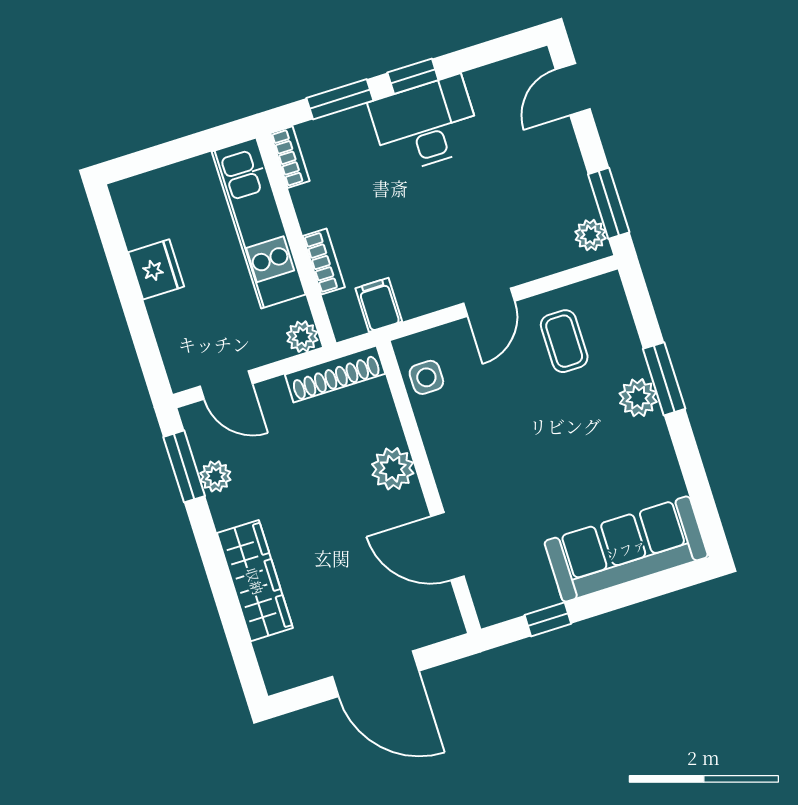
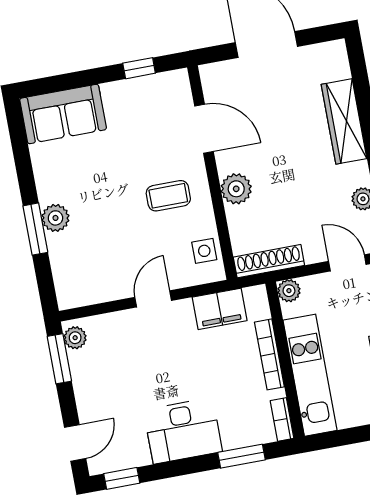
window: (413, 76) -> (122, 478), moved
bookcase: (324, 262) -> (269, 354), width x1.56
filing cabinet: (379, 305) -> (220, 309), width x2.00
coffee table: (564, 341) -> (168, 196), moved, turned 90
sofa: (626, 549) -> (63, 114), width x0.73

